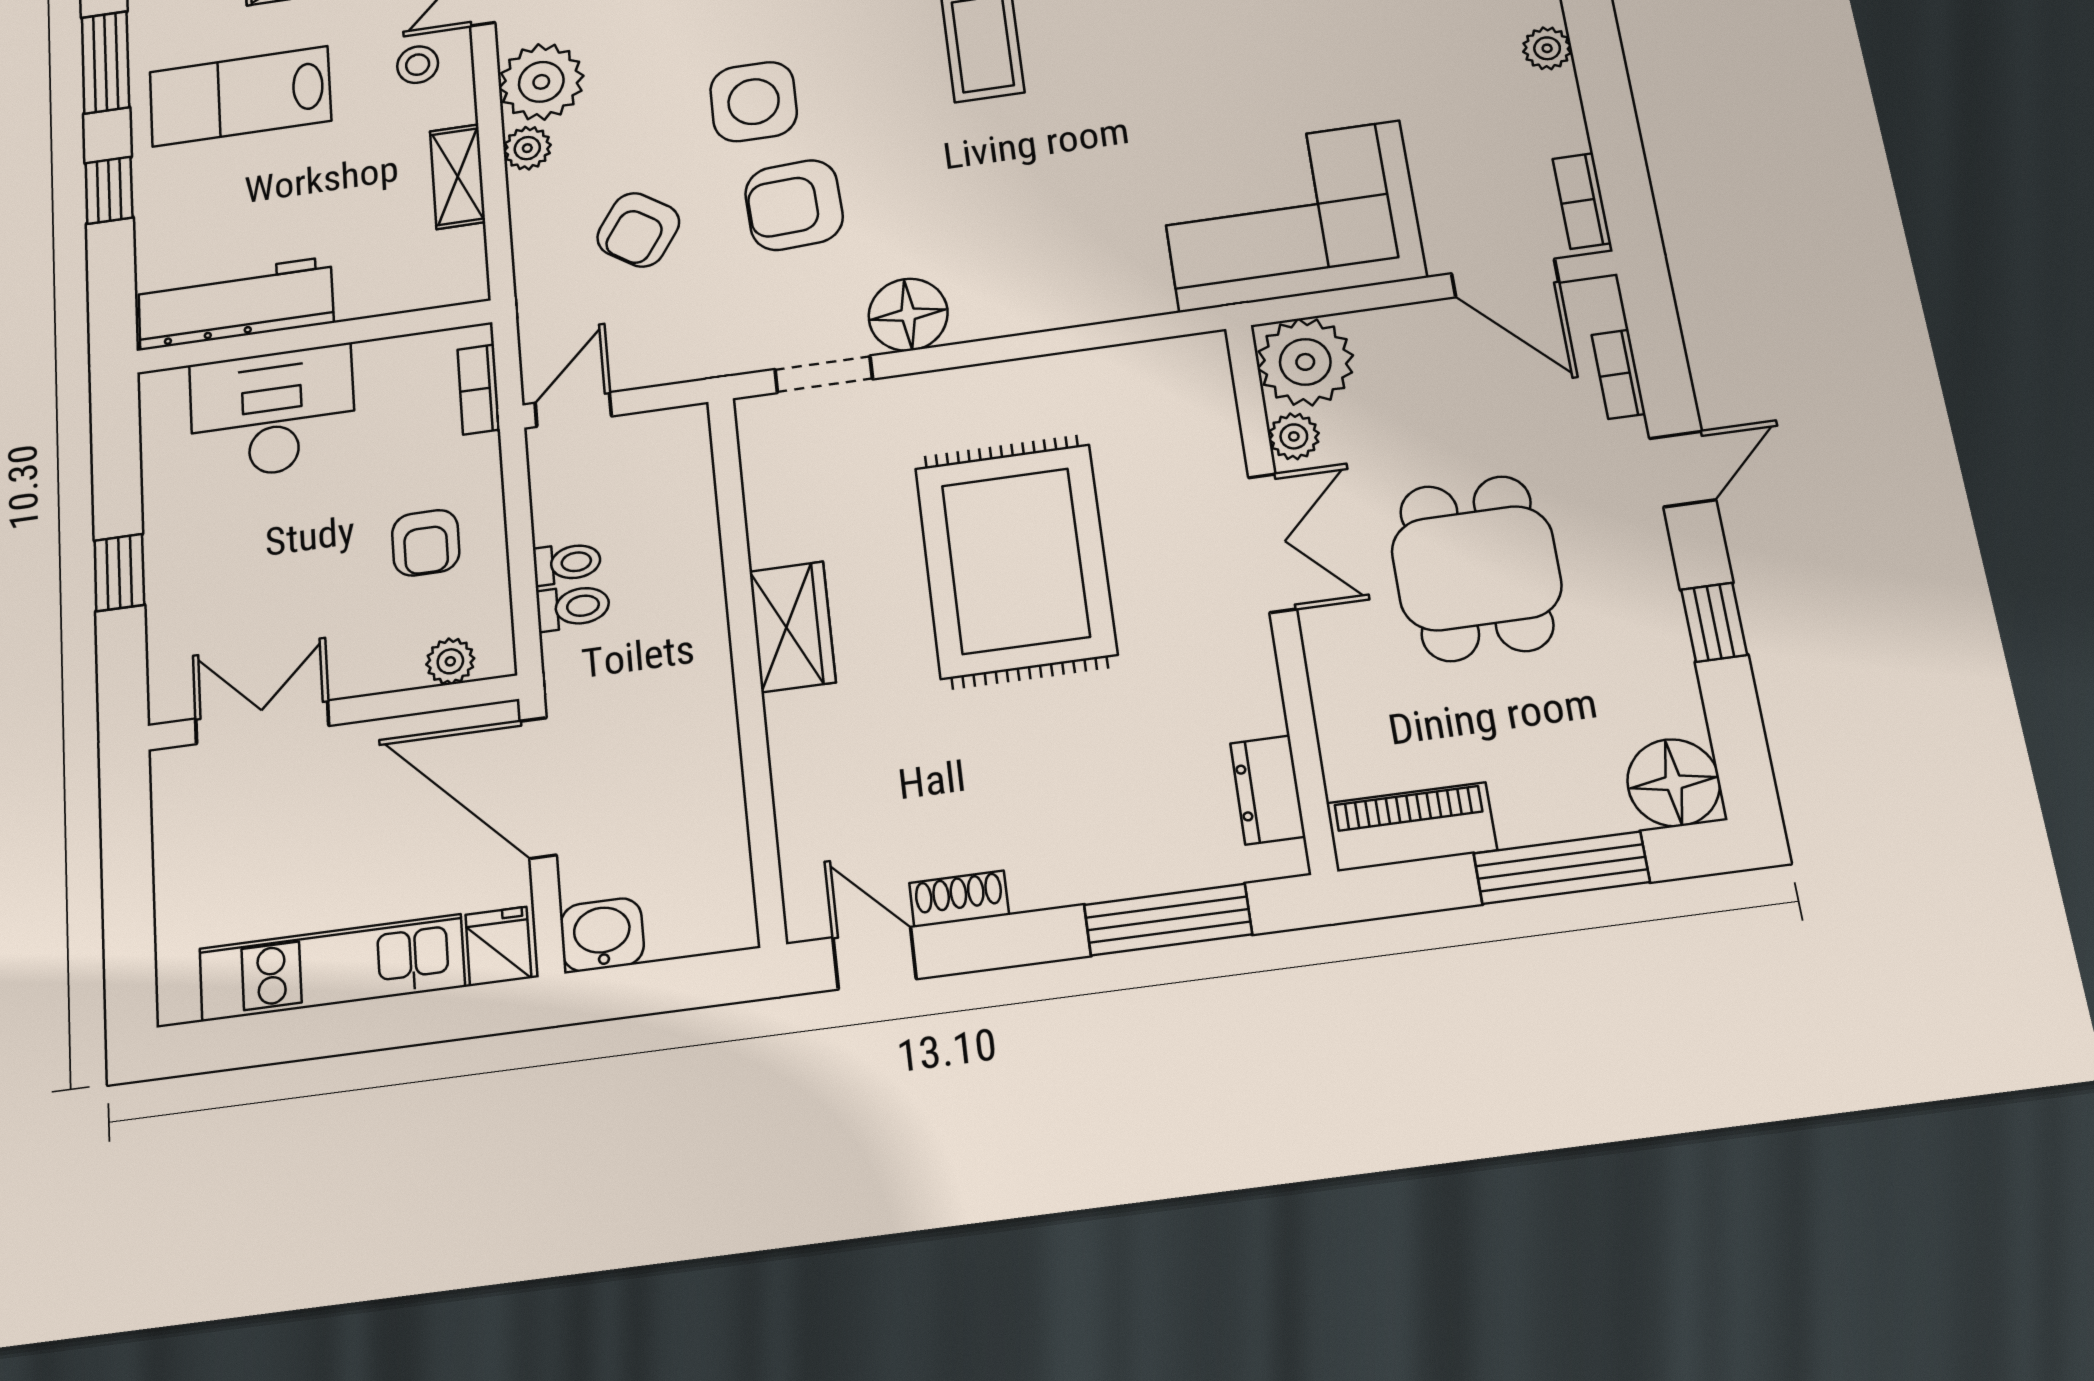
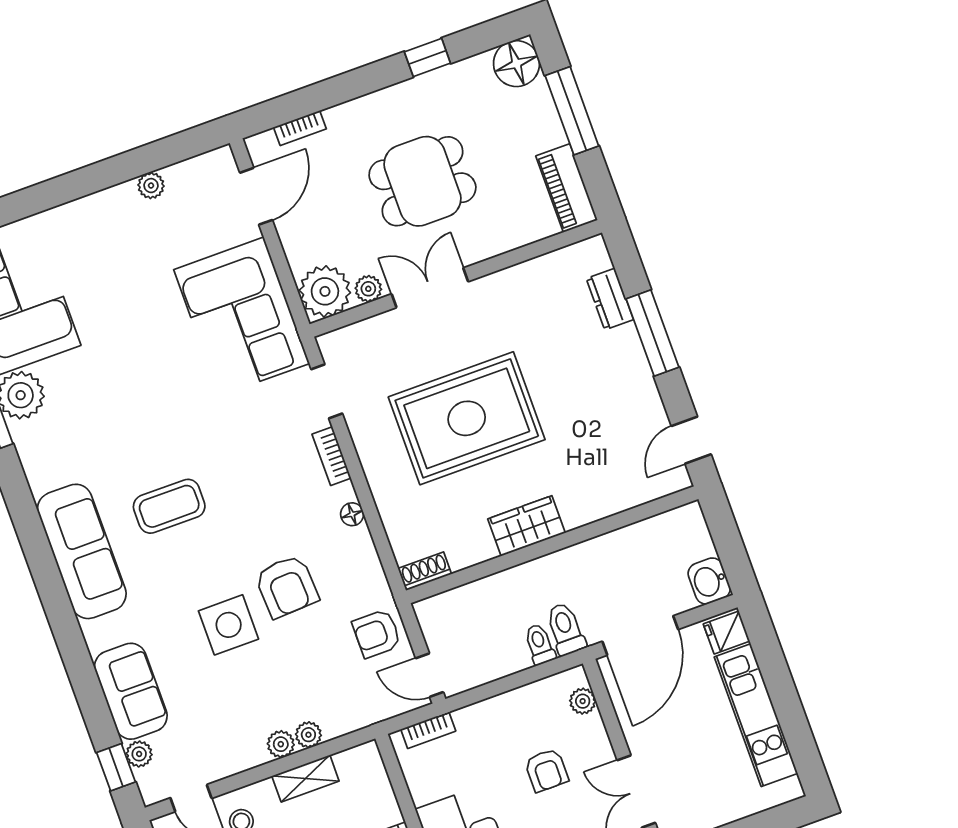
plant: (1547, 48) -> (151, 186), moved
plant: (541, 82) -> (308, 735), moved, width x0.53, depth x0.53
bookcase: (1582, 201) -> (332, 456), moved, turned 90
armchair: (638, 230) -> (377, 633), moved, turned 146
floor lamp: (908, 315) -> (352, 514), width x0.53, depth x0.53
doorway: (824, 374) -> (327, 391), moved
door: (1683, 469) -> (347, 87), removed
armchair: (426, 543) -> (546, 770), moved, turned 90
toilet: (567, 563) -> (566, 629), moved, width x1.37, depth x1.39
dresser: (1268, 790) -> (610, 299), moved, turned 90
shoe rack: (959, 899) -> (425, 571), moved, turned 90
window: (1168, 920) -> (652, 333), moved

